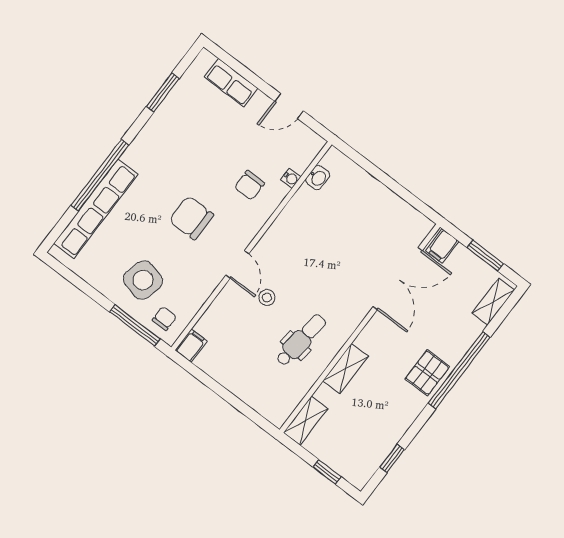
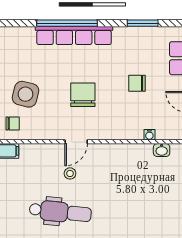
chair: (249, 185) -> (137, 83), moved
row of seats: (96, 209) -> (74, 36), moved
dental chair: (301, 340) -> (60, 212), width x1.36, depth x1.38

